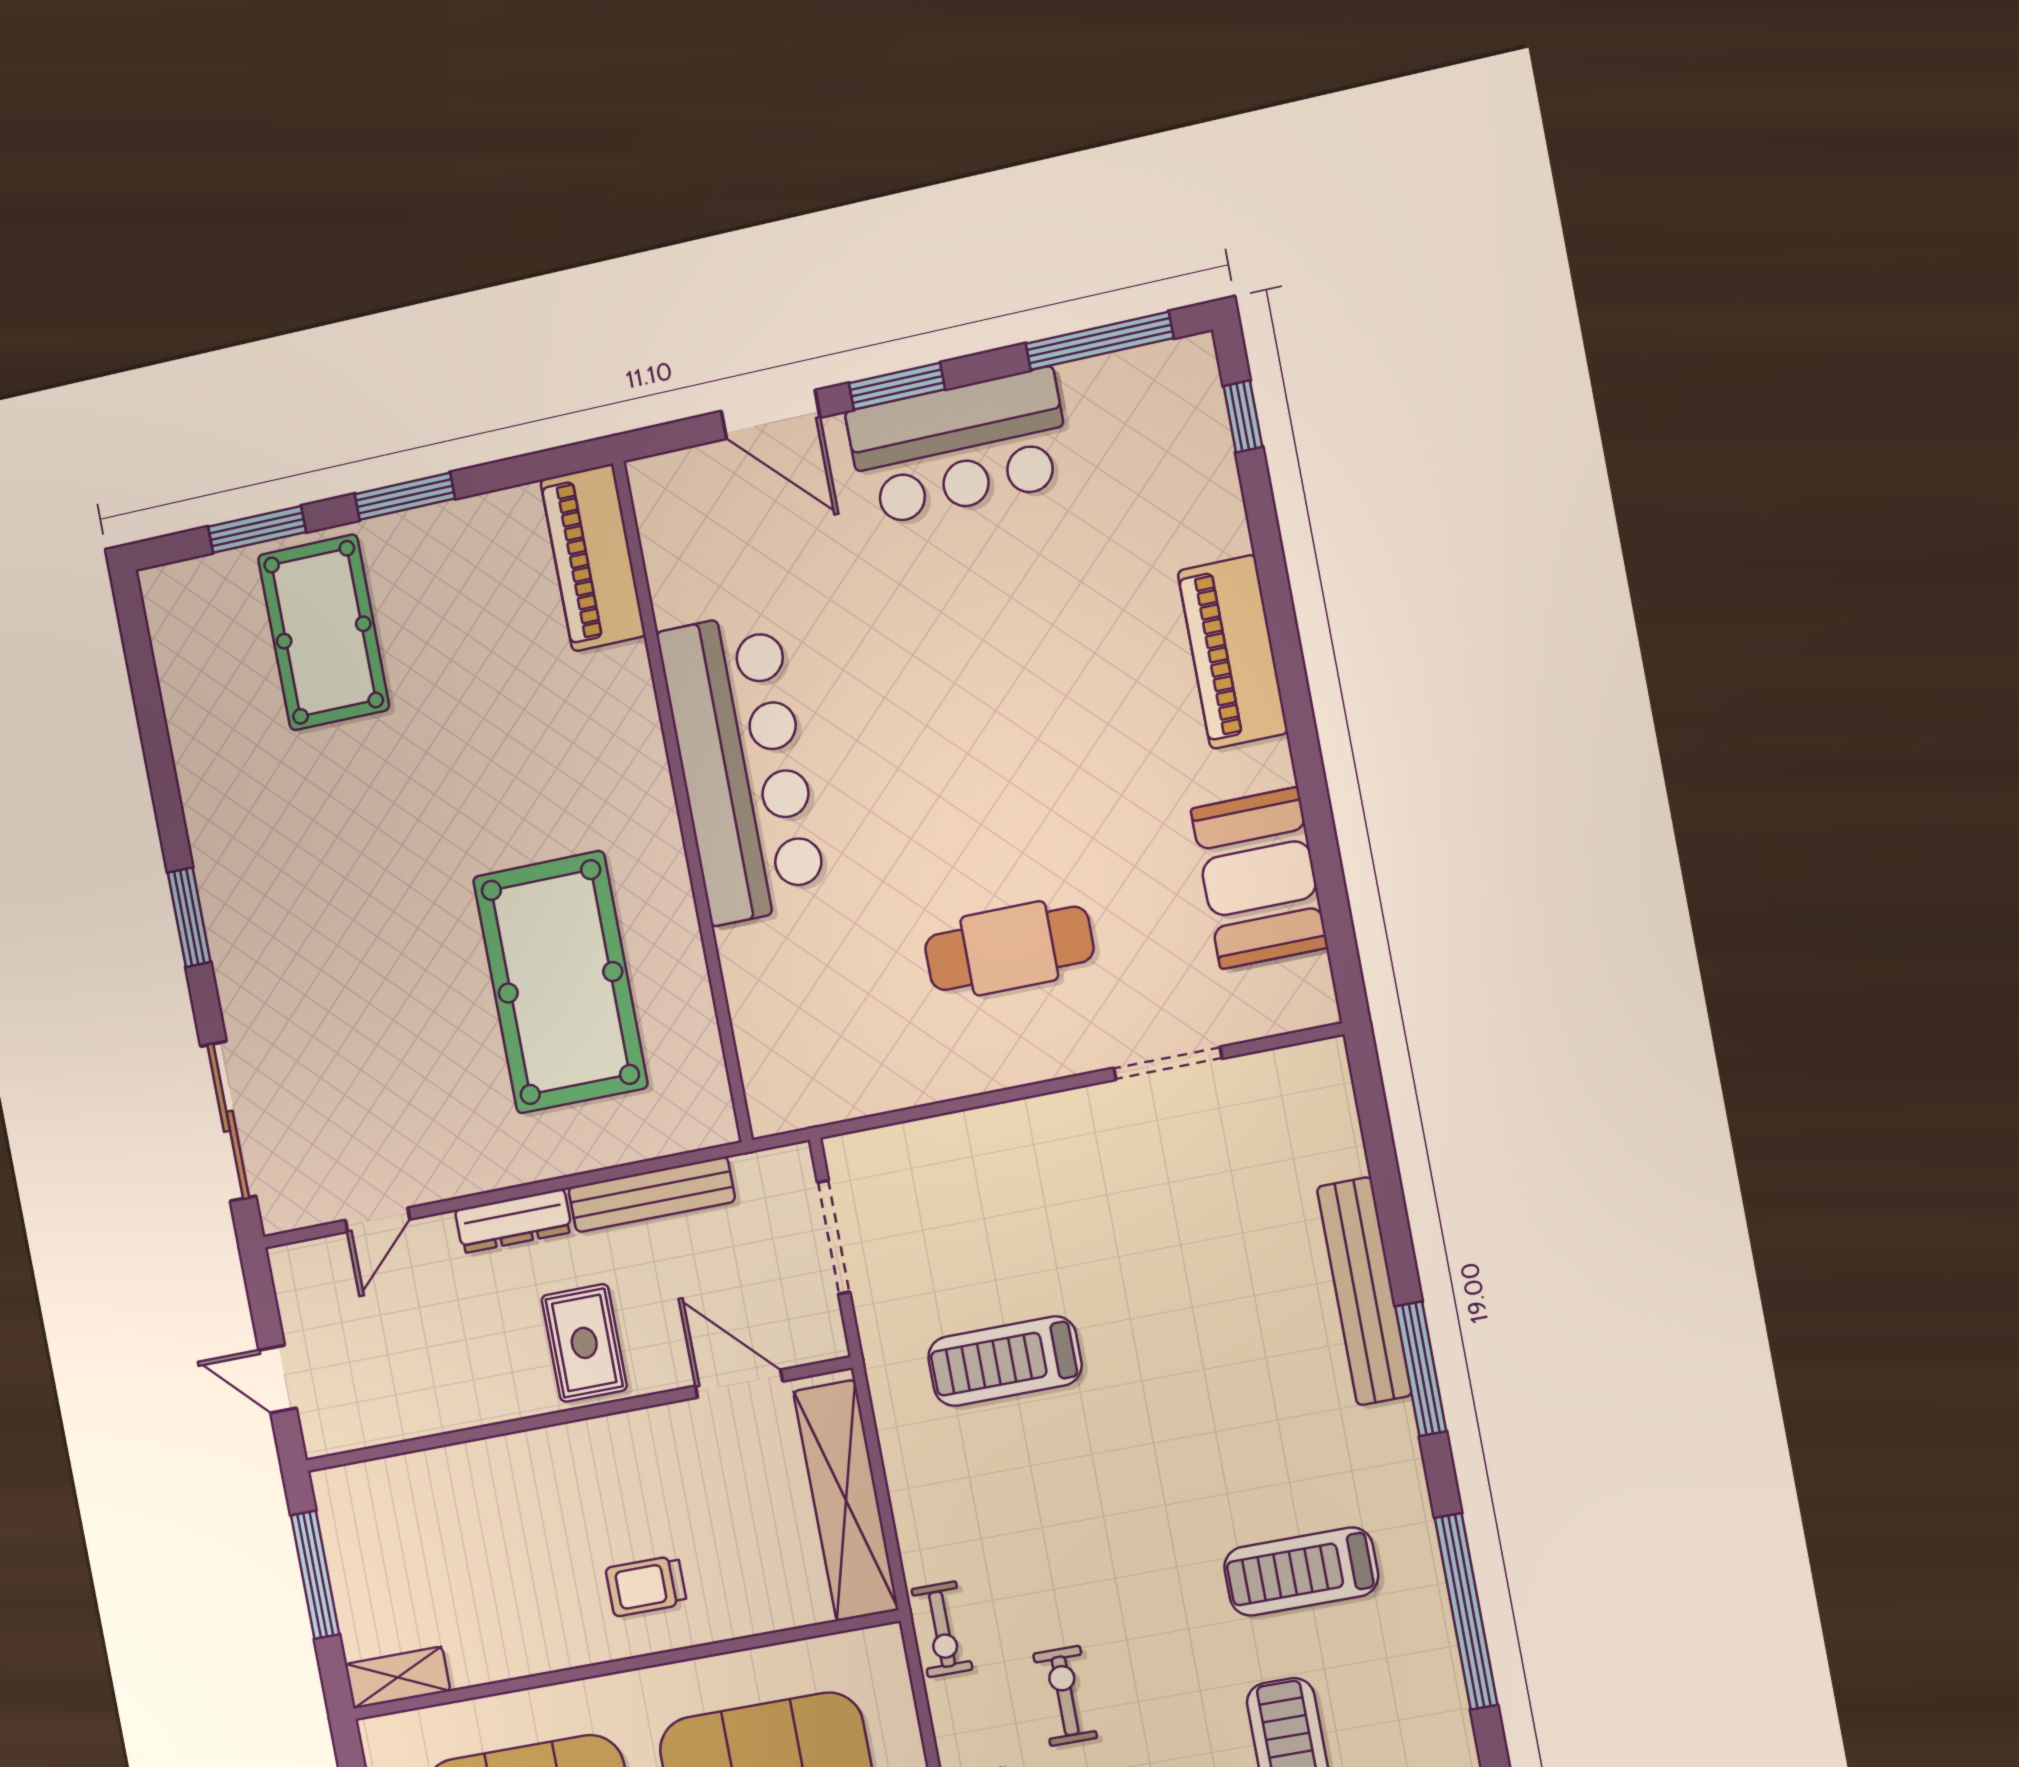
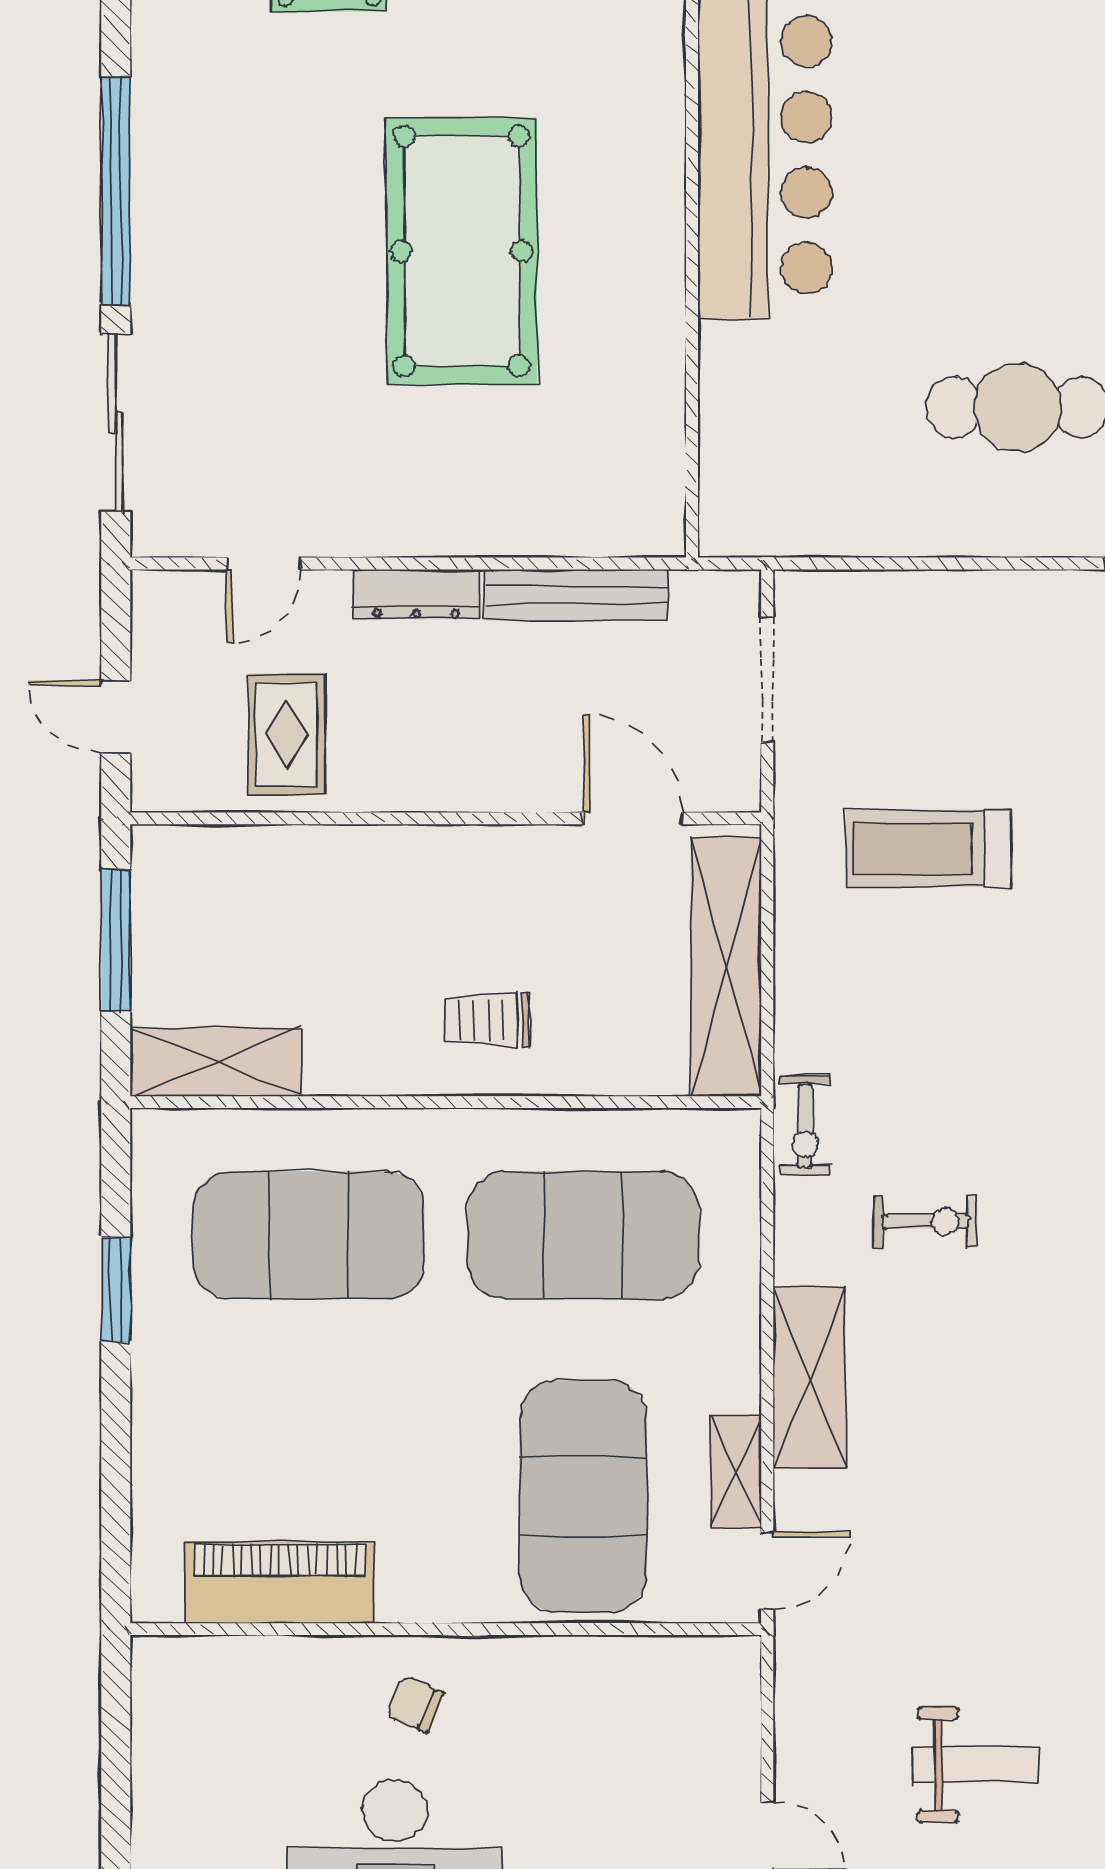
window: (189, 917) -> (116, 191), width x2.11
pool table: (560, 982) -> (462, 251), moved
rug: (584, 1343) -> (287, 734), moved
shelving: (398, 1678) -> (216, 1062), width x1.50, depth x1.33
exercise bike: (1065, 1696) -> (926, 1221), turned 90

